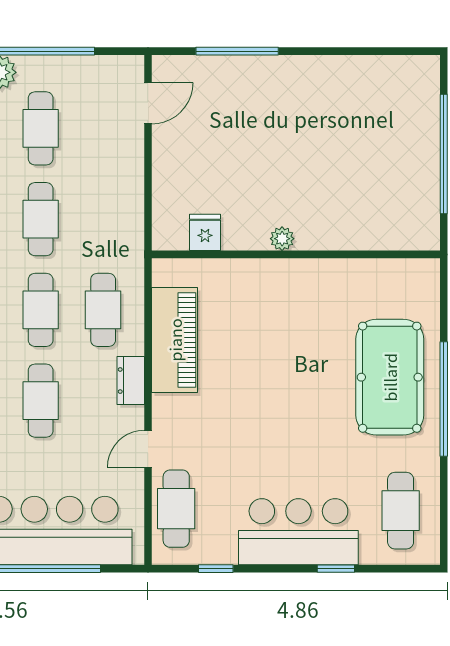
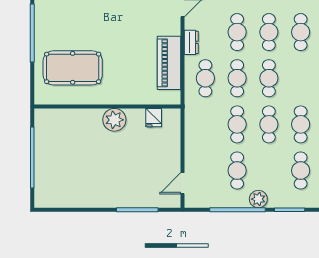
plant: (282, 239) -> (114, 120), width x1.87, depth x1.87
pool table: (390, 377) -> (73, 68), moved, turned 90

